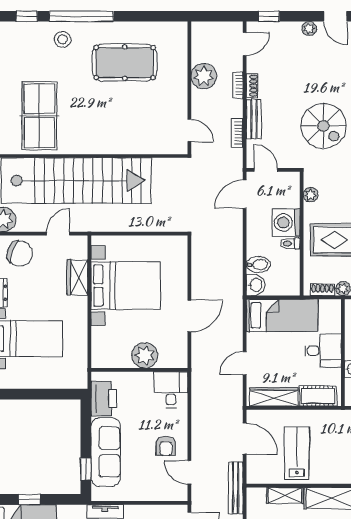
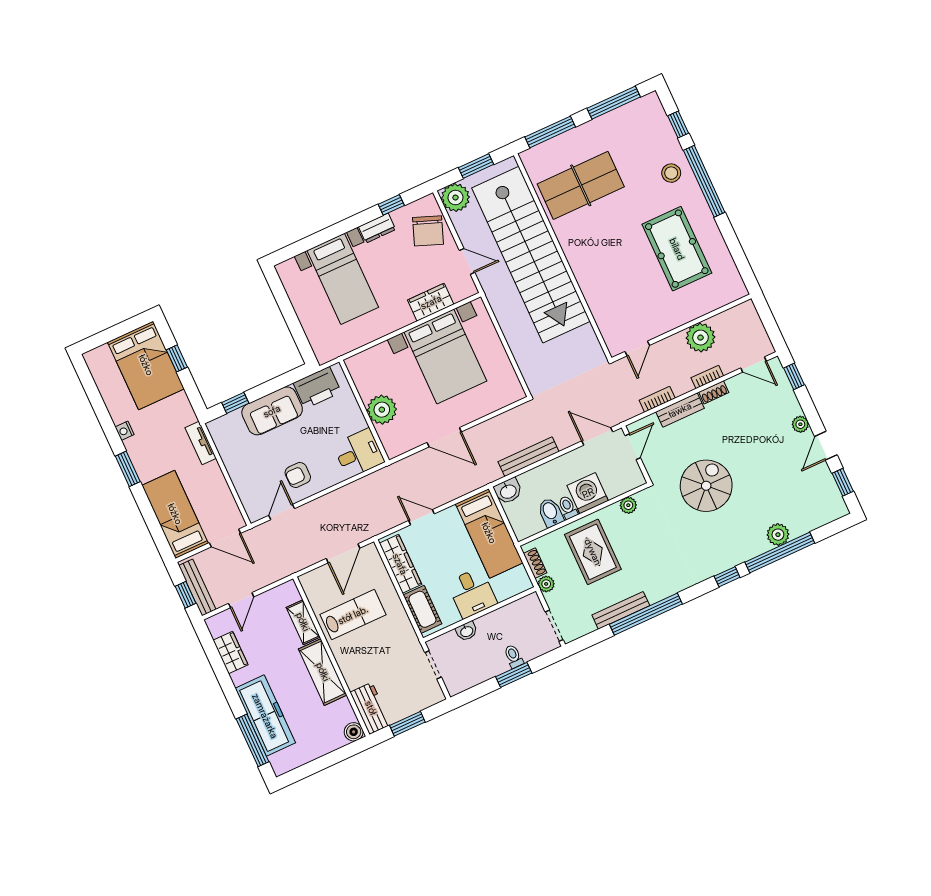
spiral stairs: (323, 126) -> (706, 486), turned 180
bidet: (258, 265) -> (551, 512), moved, turned 180
sofa: (106, 452) -> (272, 411), width x0.73
bench: (236, 488) -> (528, 457), moved

